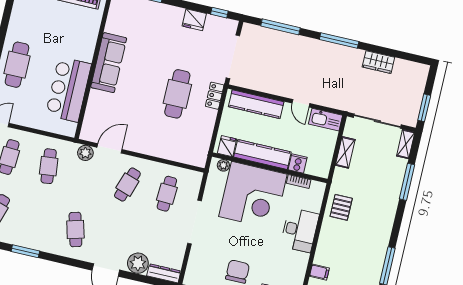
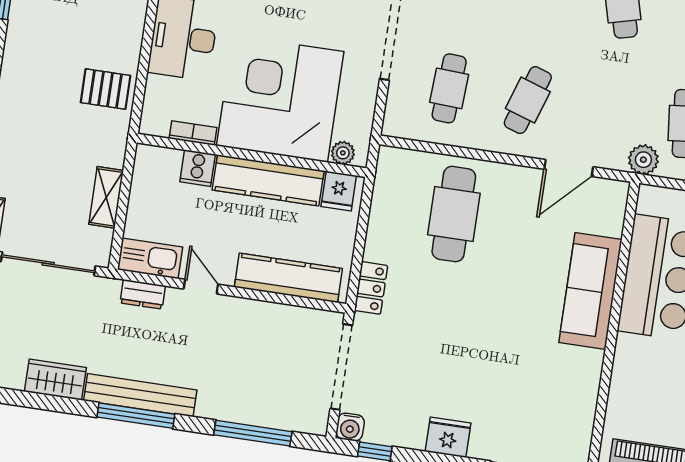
fridge: (194, 20) -> (448, 437), moved
water cooler: (231, 26) -> (350, 427), added
bench: (336, 51) -> (140, 395), added
sofa: (109, 63) -> (590, 291), moved
cafe table: (177, 94) -> (454, 214), moved
dresser: (331, 102) -> (143, 294), added
plant: (85, 153) -> (643, 160), moved
pallet: (341, 207) -> (106, 89), turned 90

